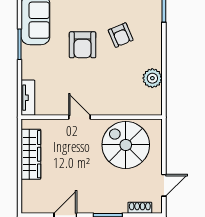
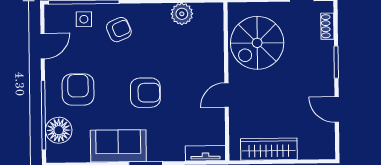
armchair: (121, 35) -> (119, 30), moved

